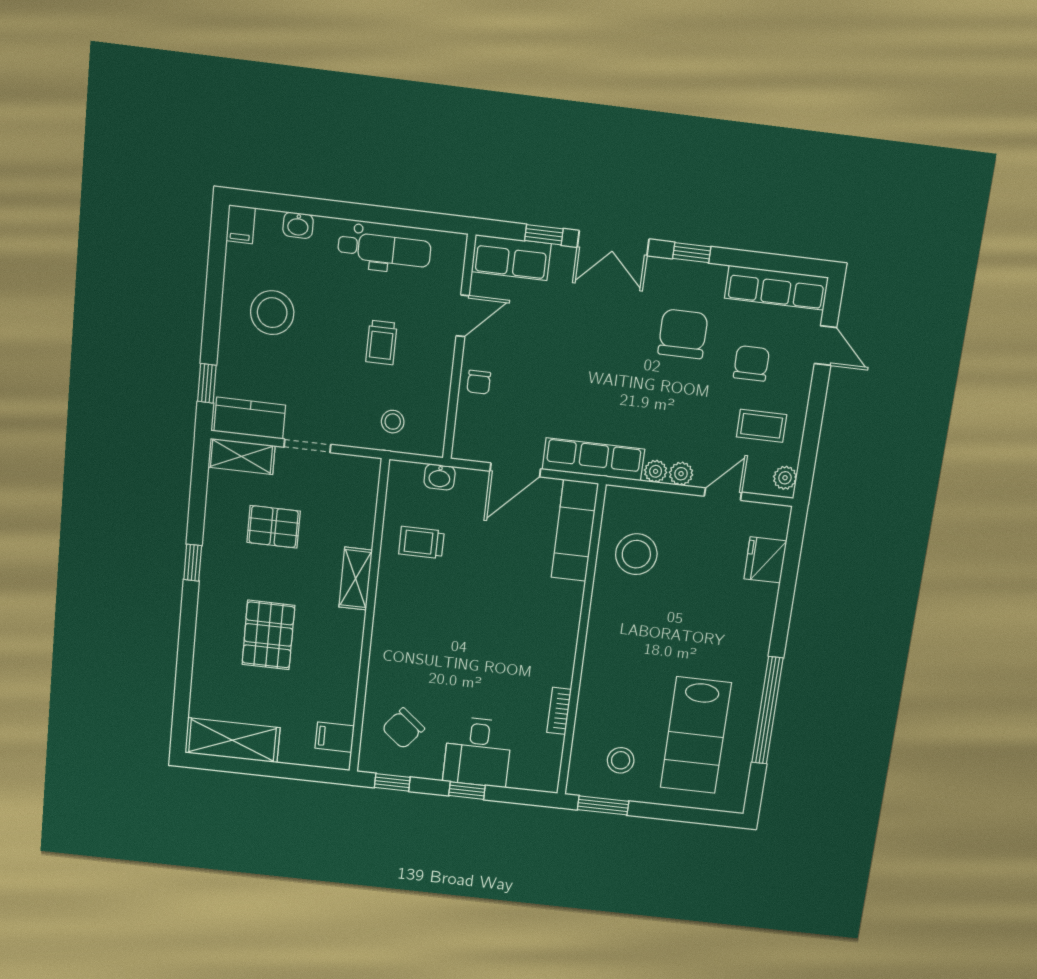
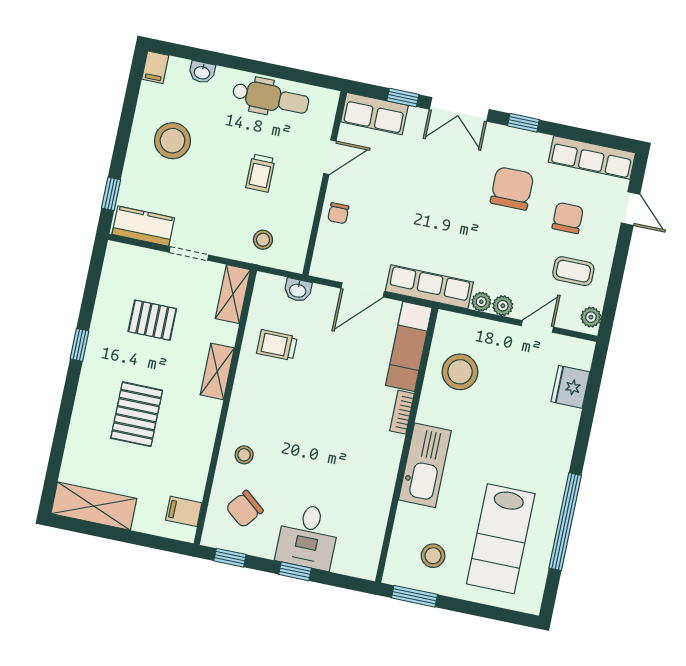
shelving: (241, 456) -> (233, 294), moved, turned 90
kitchen sink: (604, 663) -> (425, 465), added
stool: (396, 669) -> (244, 455), added
bookcase: (559, 711) -> (402, 412), moved

